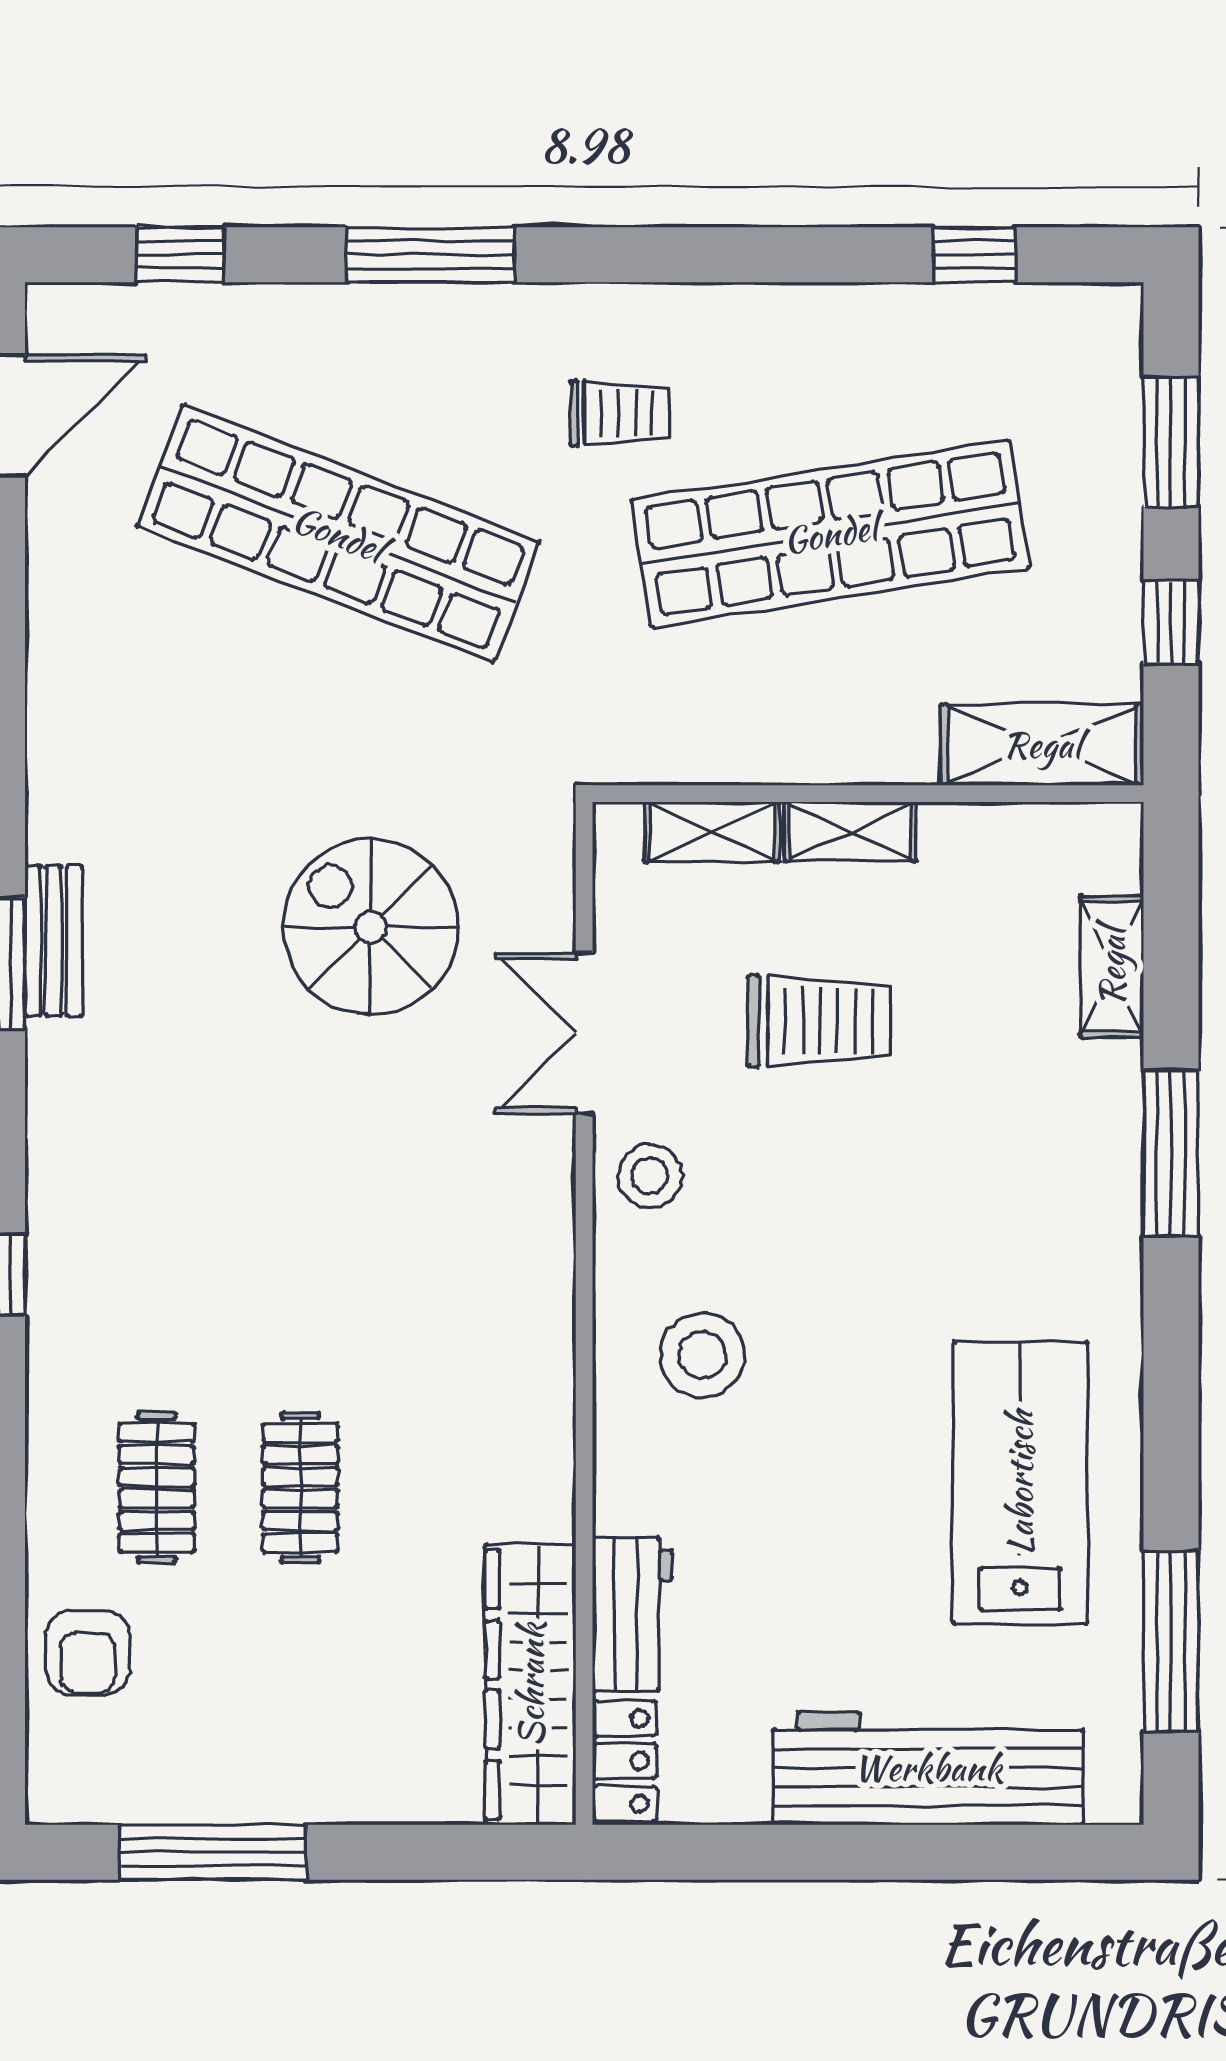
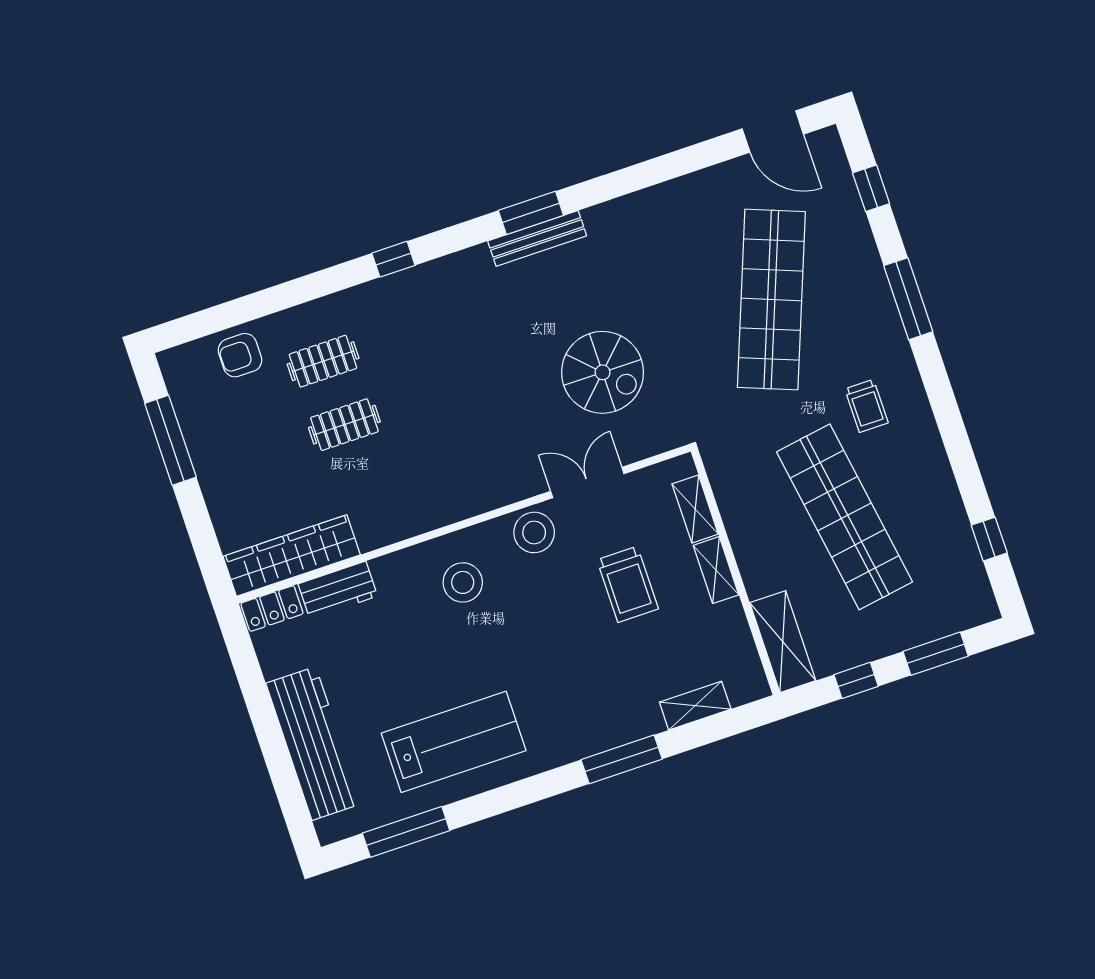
spiral stairs: (371, 927) -> (603, 372), turned 90
bench: (54, 941) -> (537, 238), width x1.36
stool: (650, 1176) -> (534, 532), width x1.38, depth x1.38

